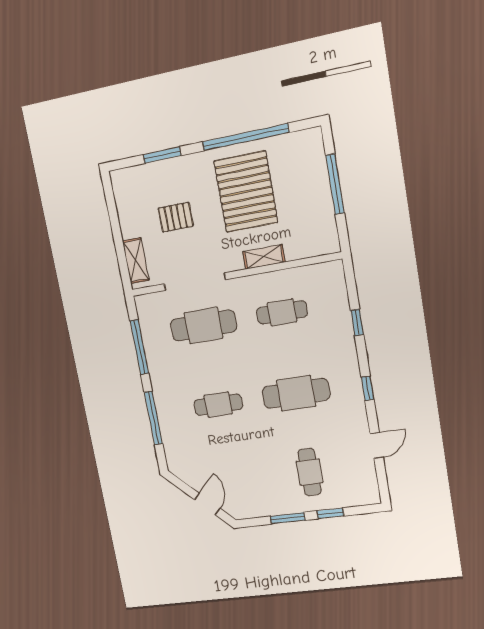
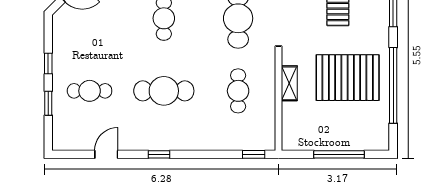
window: (357, 322) -> (254, 154), moved
cafe table: (296, 393) -> (164, 91), turned 90
door: (377, 445) -> (106, 154), swing flipped
window: (288, 518) -> (48, 64), width x0.67

